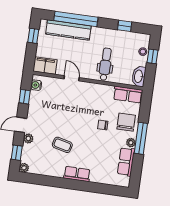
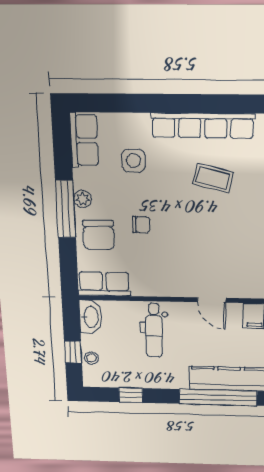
side table: (101, 159) -> (134, 161), added
row of seats: (126, 162) -> (84, 140), moved
row of seats: (77, 174) -> (203, 126), width x2.02

